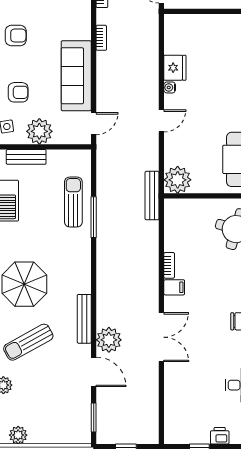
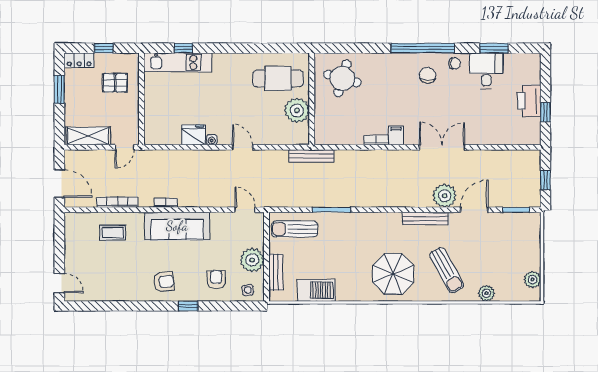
armchair: (16, 36) -> (164, 282), turned 84
sofa: (76, 76) -> (177, 226), moved
plant: (178, 180) -> (297, 110), moved
sun lounger: (73, 202) -> (295, 229), moved
printer: (220, 436) -> (529, 101), width x1.87, depth x1.48

